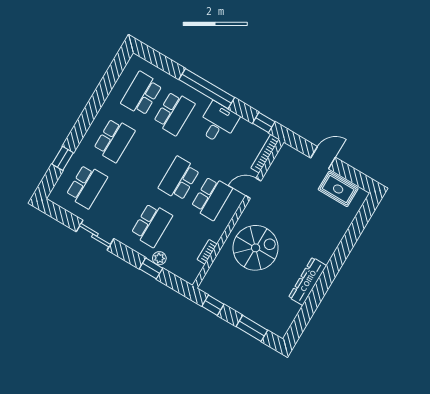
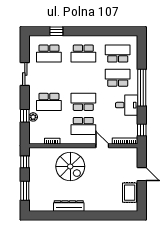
school desk: (174, 113) -> (118, 78), turned 180

